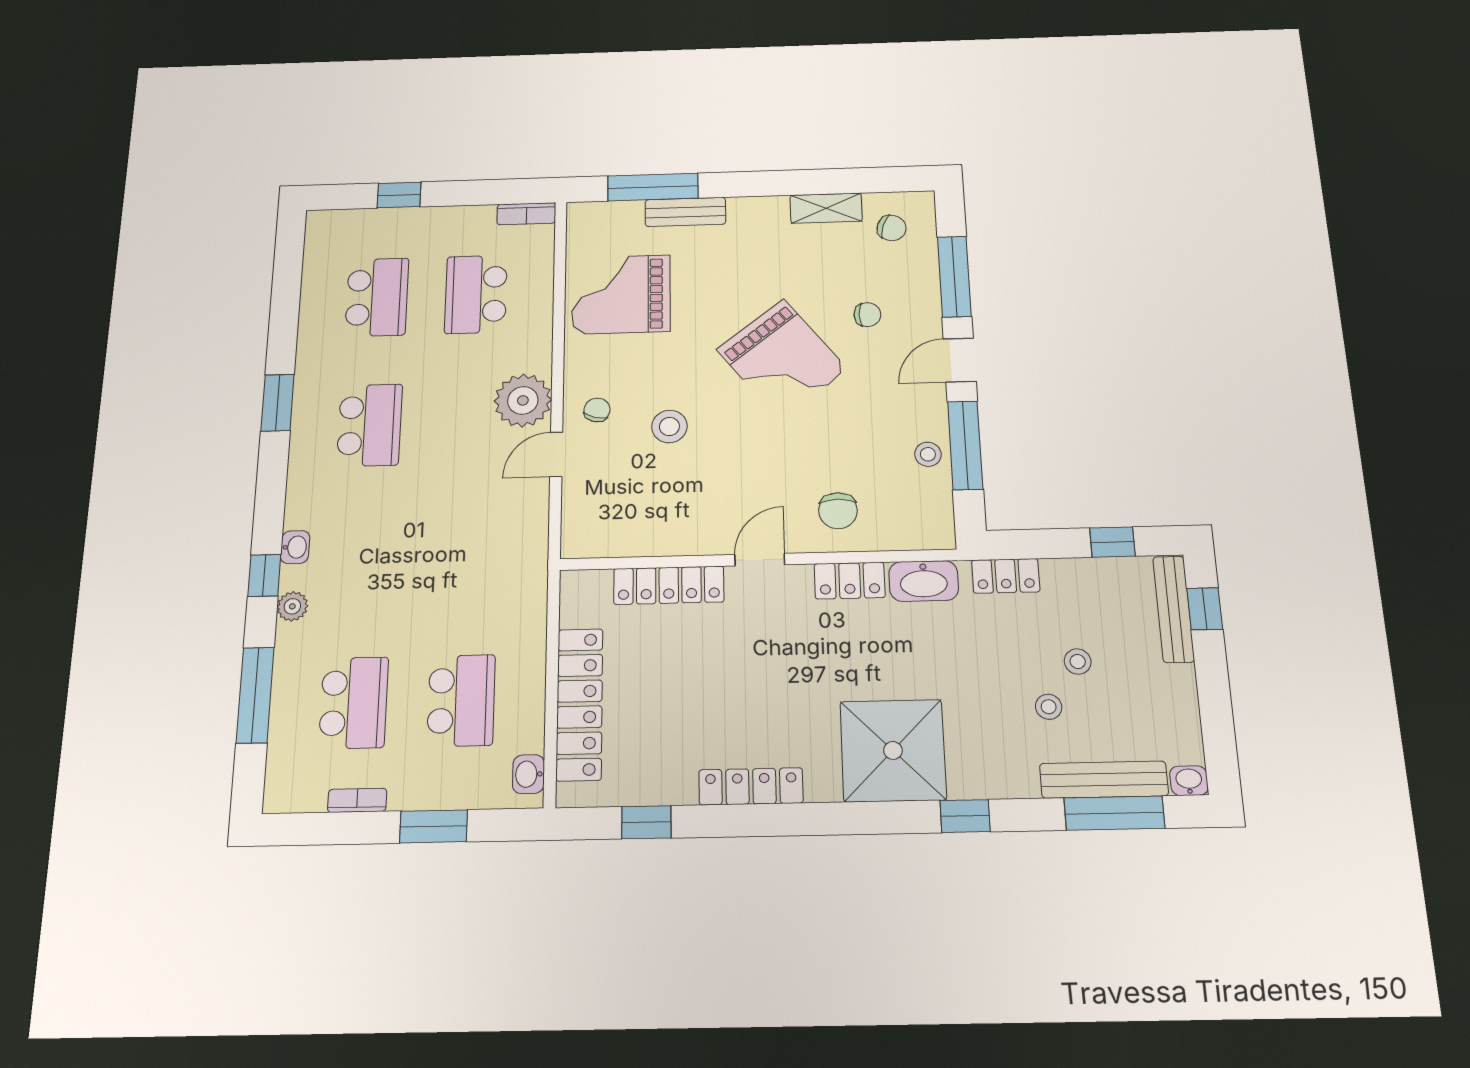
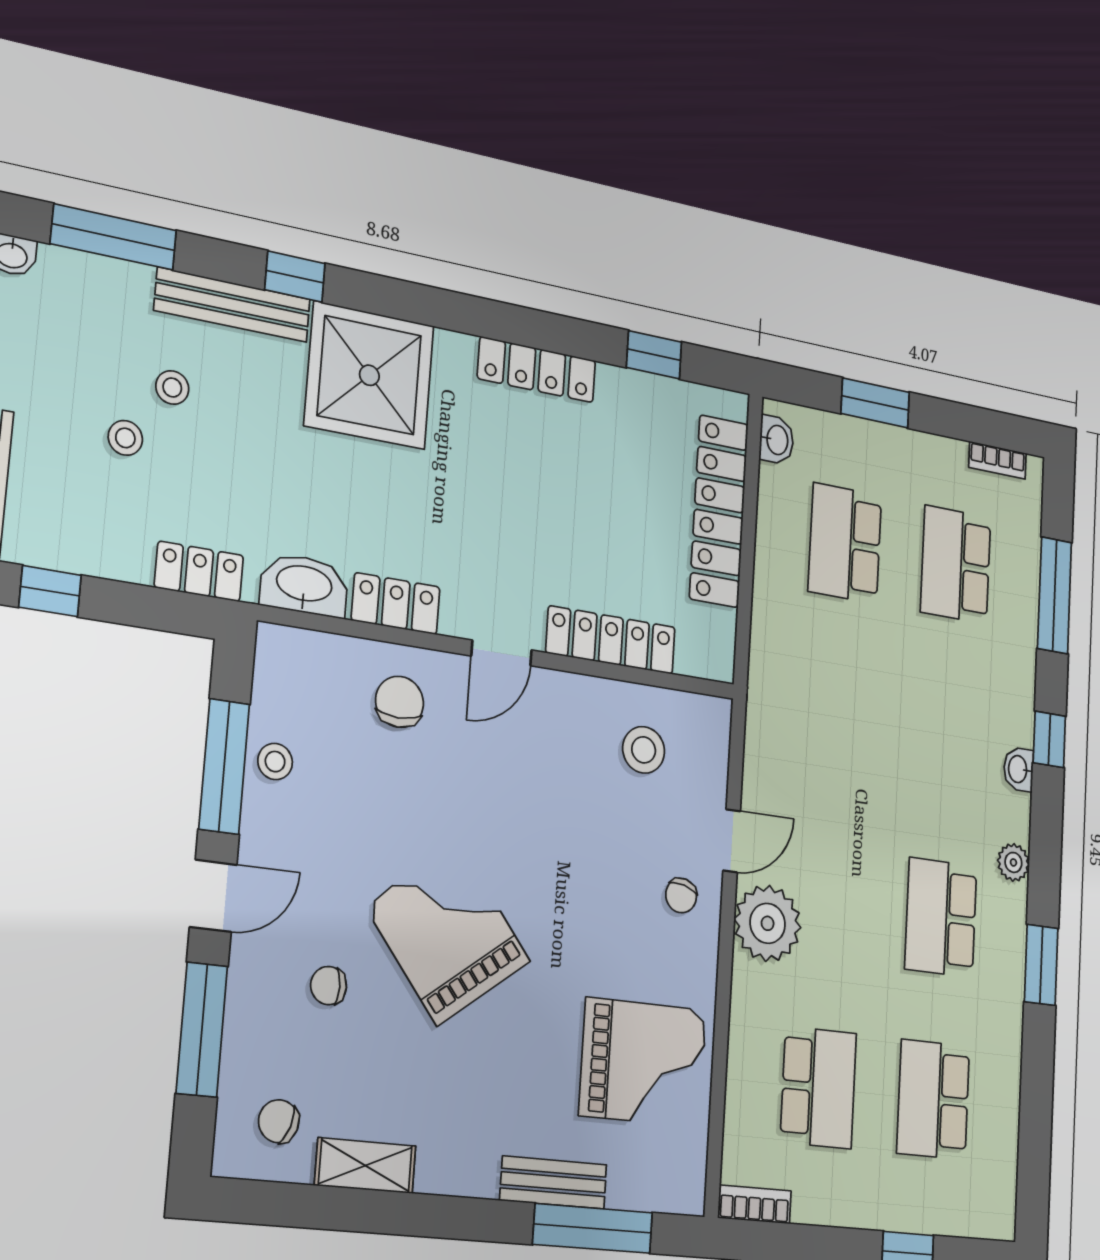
stool: (669, 426) -> (644, 750), moved
plant: (292, 606) -> (1013, 862), moved
bench: (1104, 780) -> (233, 305), moved
bookcase: (357, 800) -> (998, 460), moved

